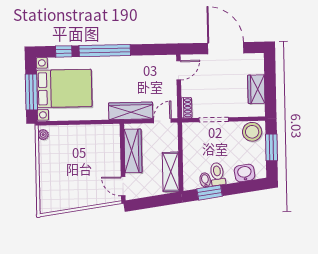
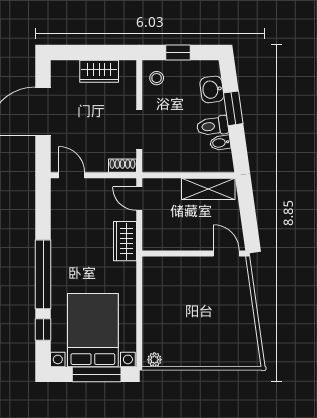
wardrobe: (131, 111) -> (125, 241), width x0.67
stool: (252, 132) -> (157, 78), width x0.53, depth x0.53
window: (271, 147) -> (178, 52), width x0.67
wardrobe: (133, 151) -> (179, 239), removed
door: (123, 186) -> (226, 253), swing flipped
window: (210, 193) -> (233, 108), moved

